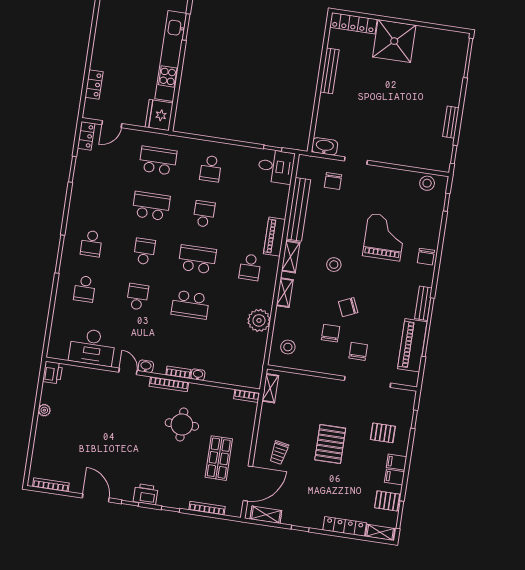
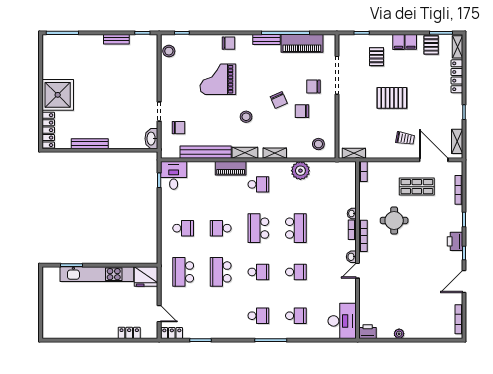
school desk: (144, 251) -> (258, 272), turned 180
school desk: (138, 297) -> (296, 272), turned 180
desk: (92, 347) -> (342, 321), moved

